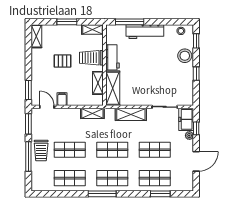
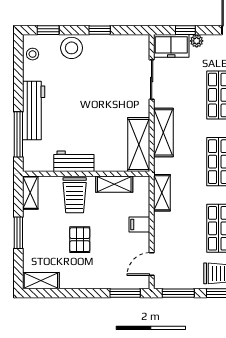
shelving: (113, 88) -> (139, 145), moved, turned 90
filing cabinet: (62, 99) -> (139, 224), moved

